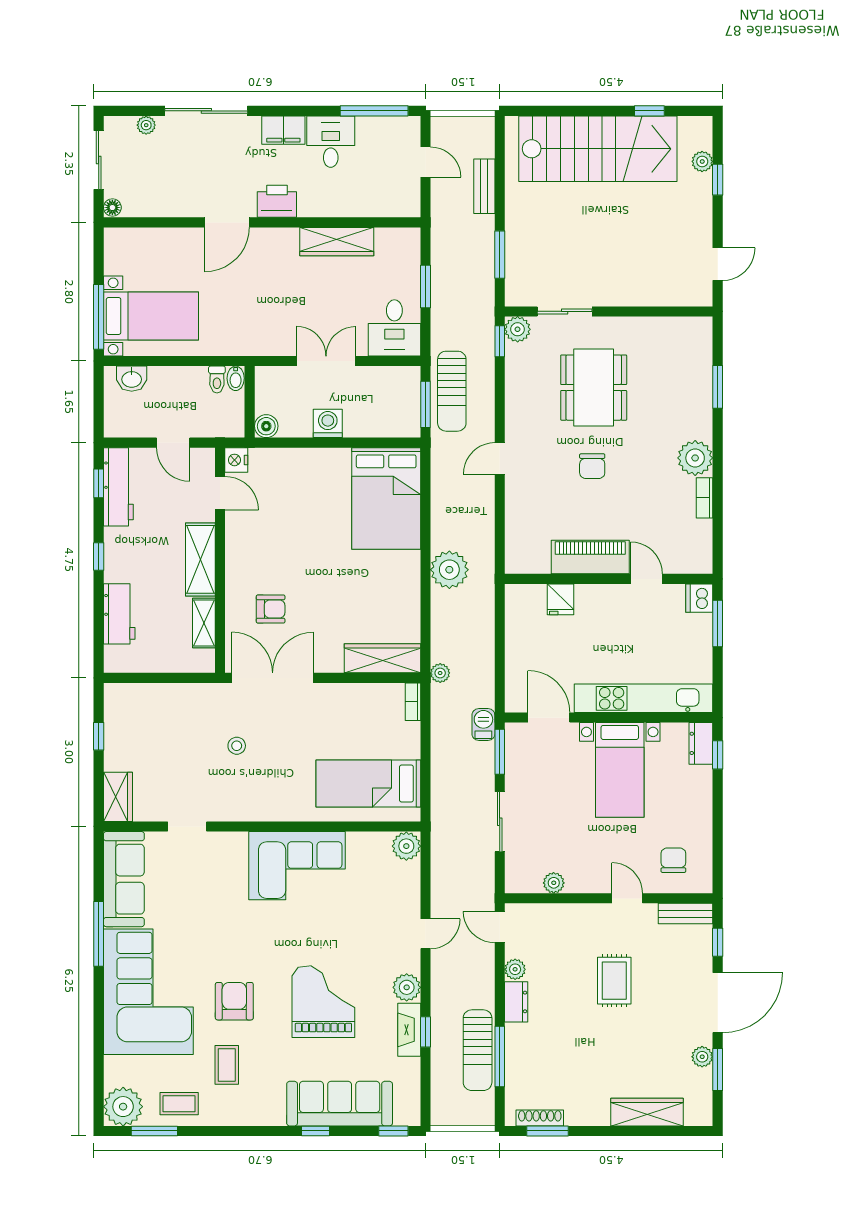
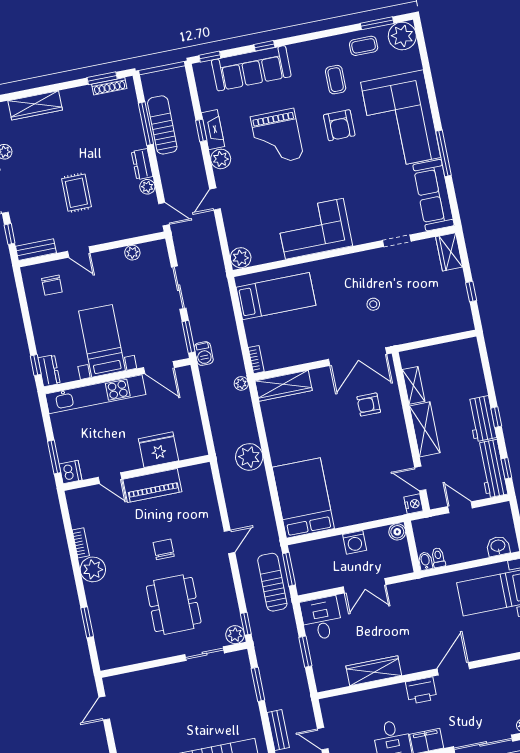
fridge: (561, 599) -> (158, 450), width x1.88, depth x1.34
workbench: (119, 614) -> (482, 419), moved

